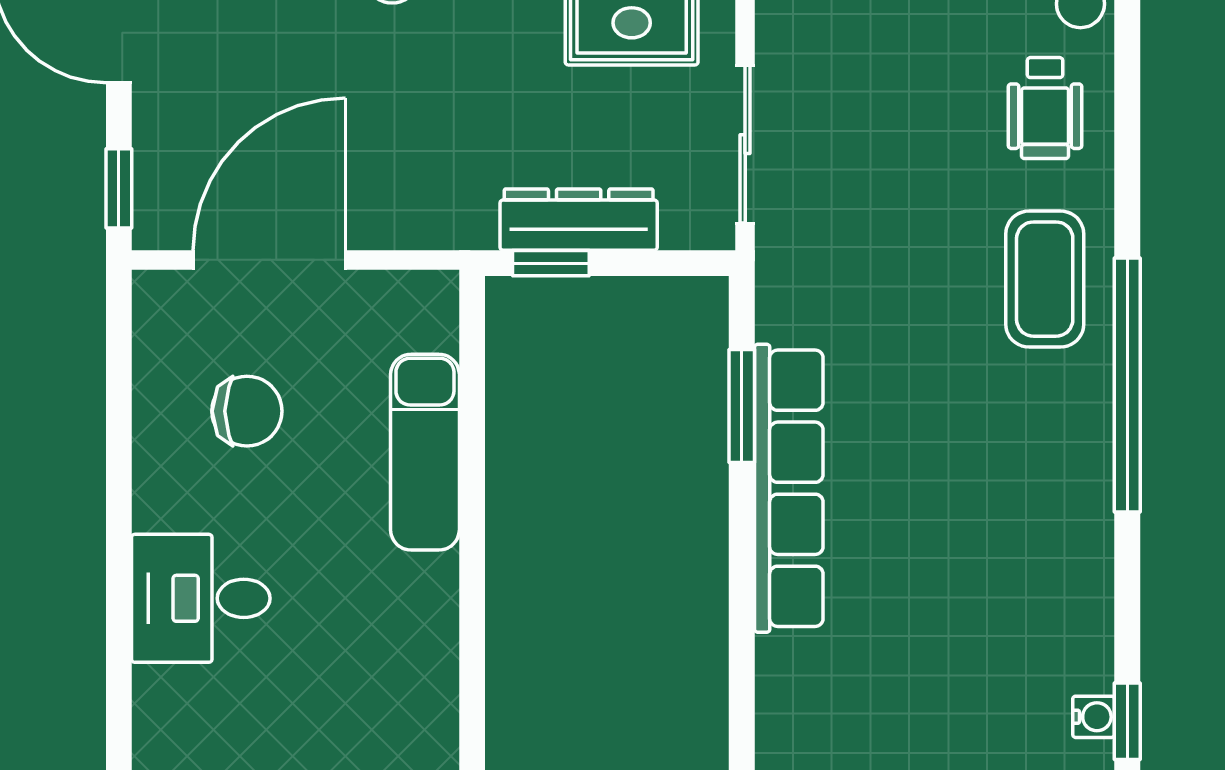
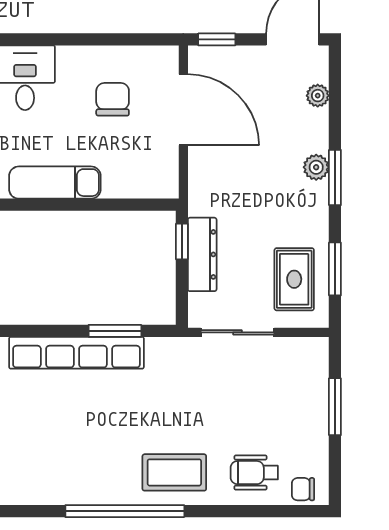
chair: (247, 411) -> (113, 99), turned 180
exam couch: (425, 452) -> (55, 183), moved

